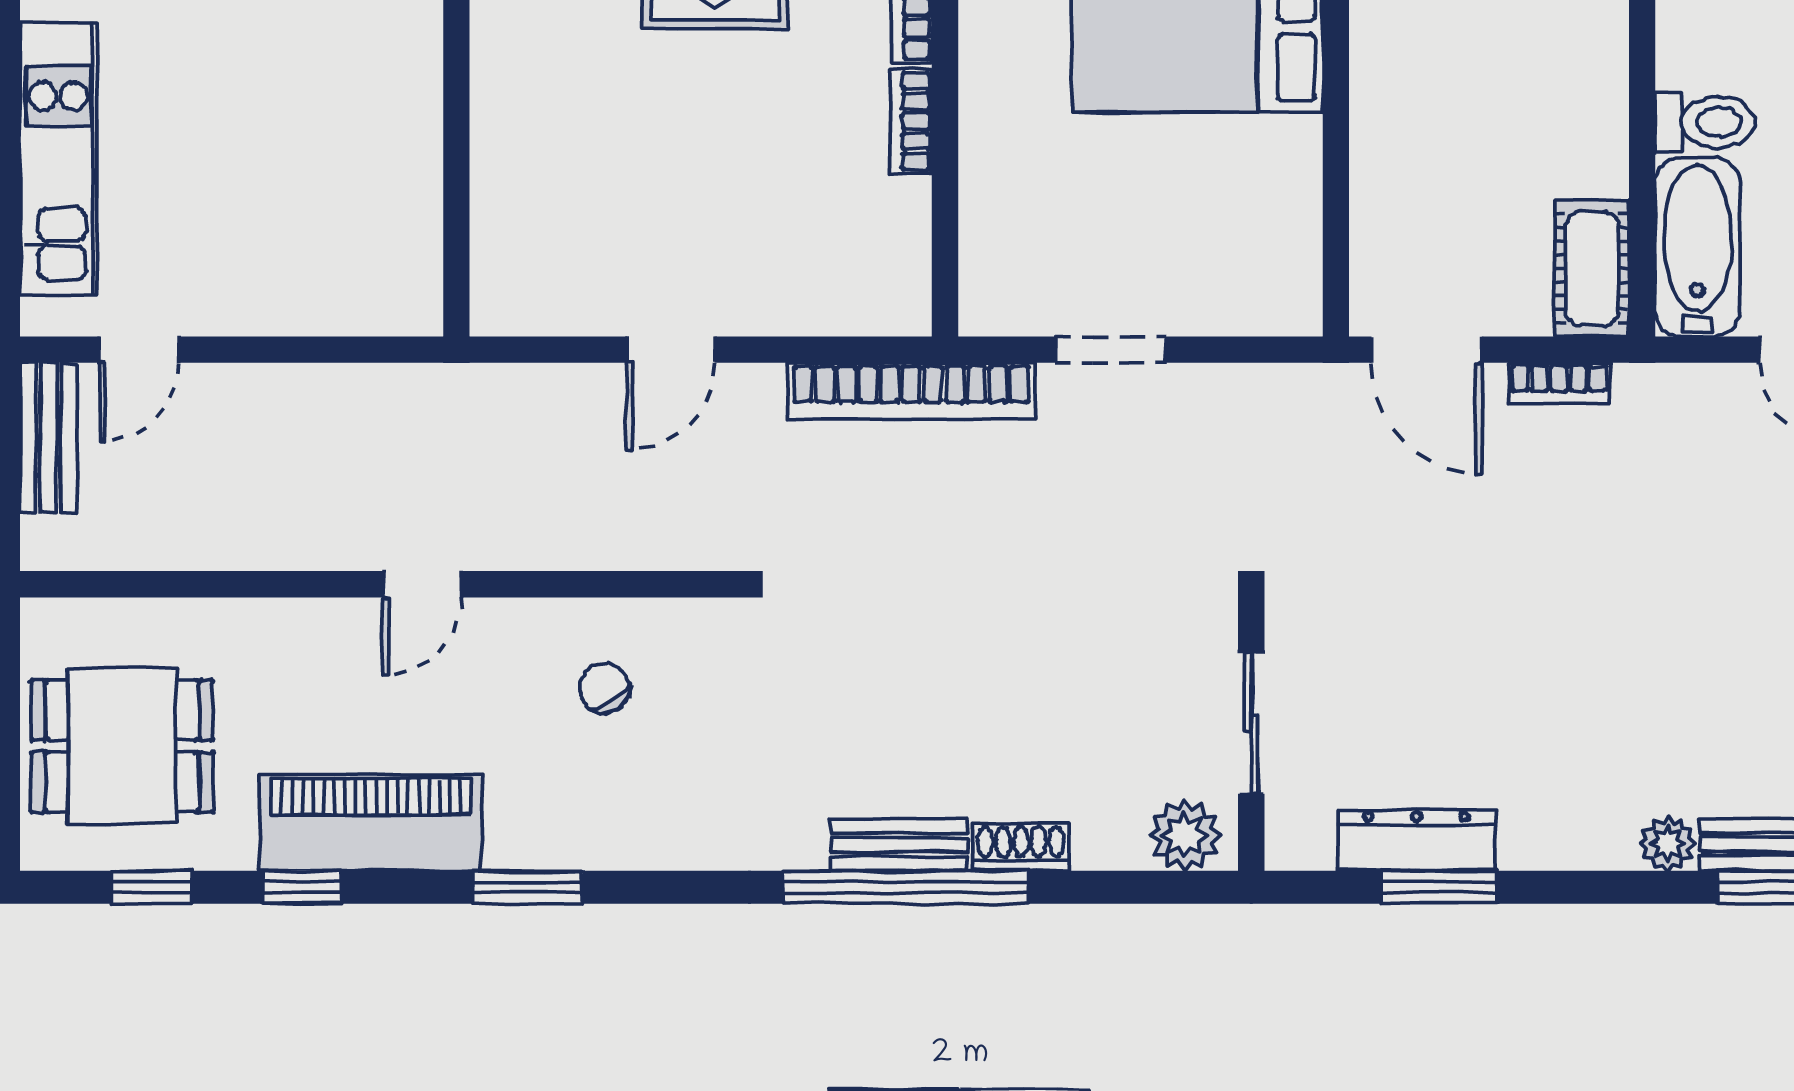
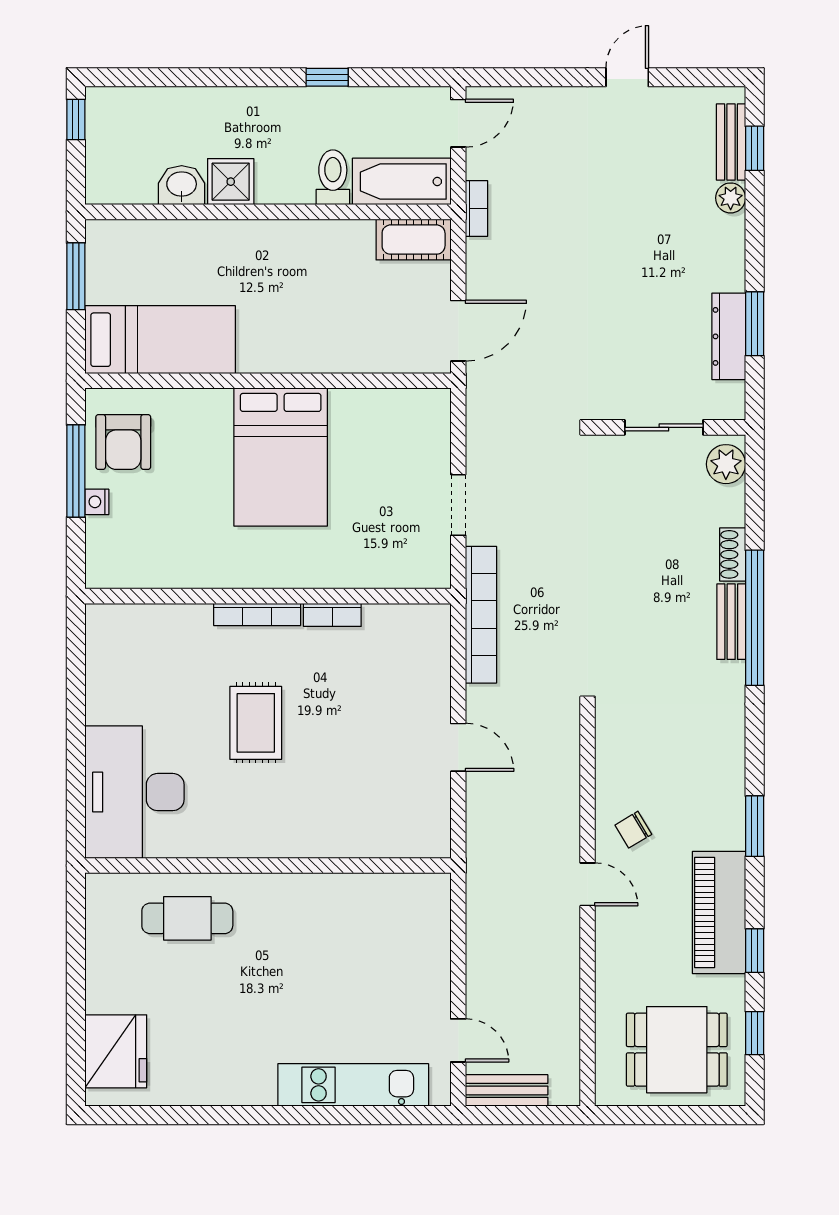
bookcase: (1559, 383) -> (477, 209), moved
chair: (604, 688) -> (633, 830), moved
dining table: (122, 746) -> (677, 1050), turned 90

